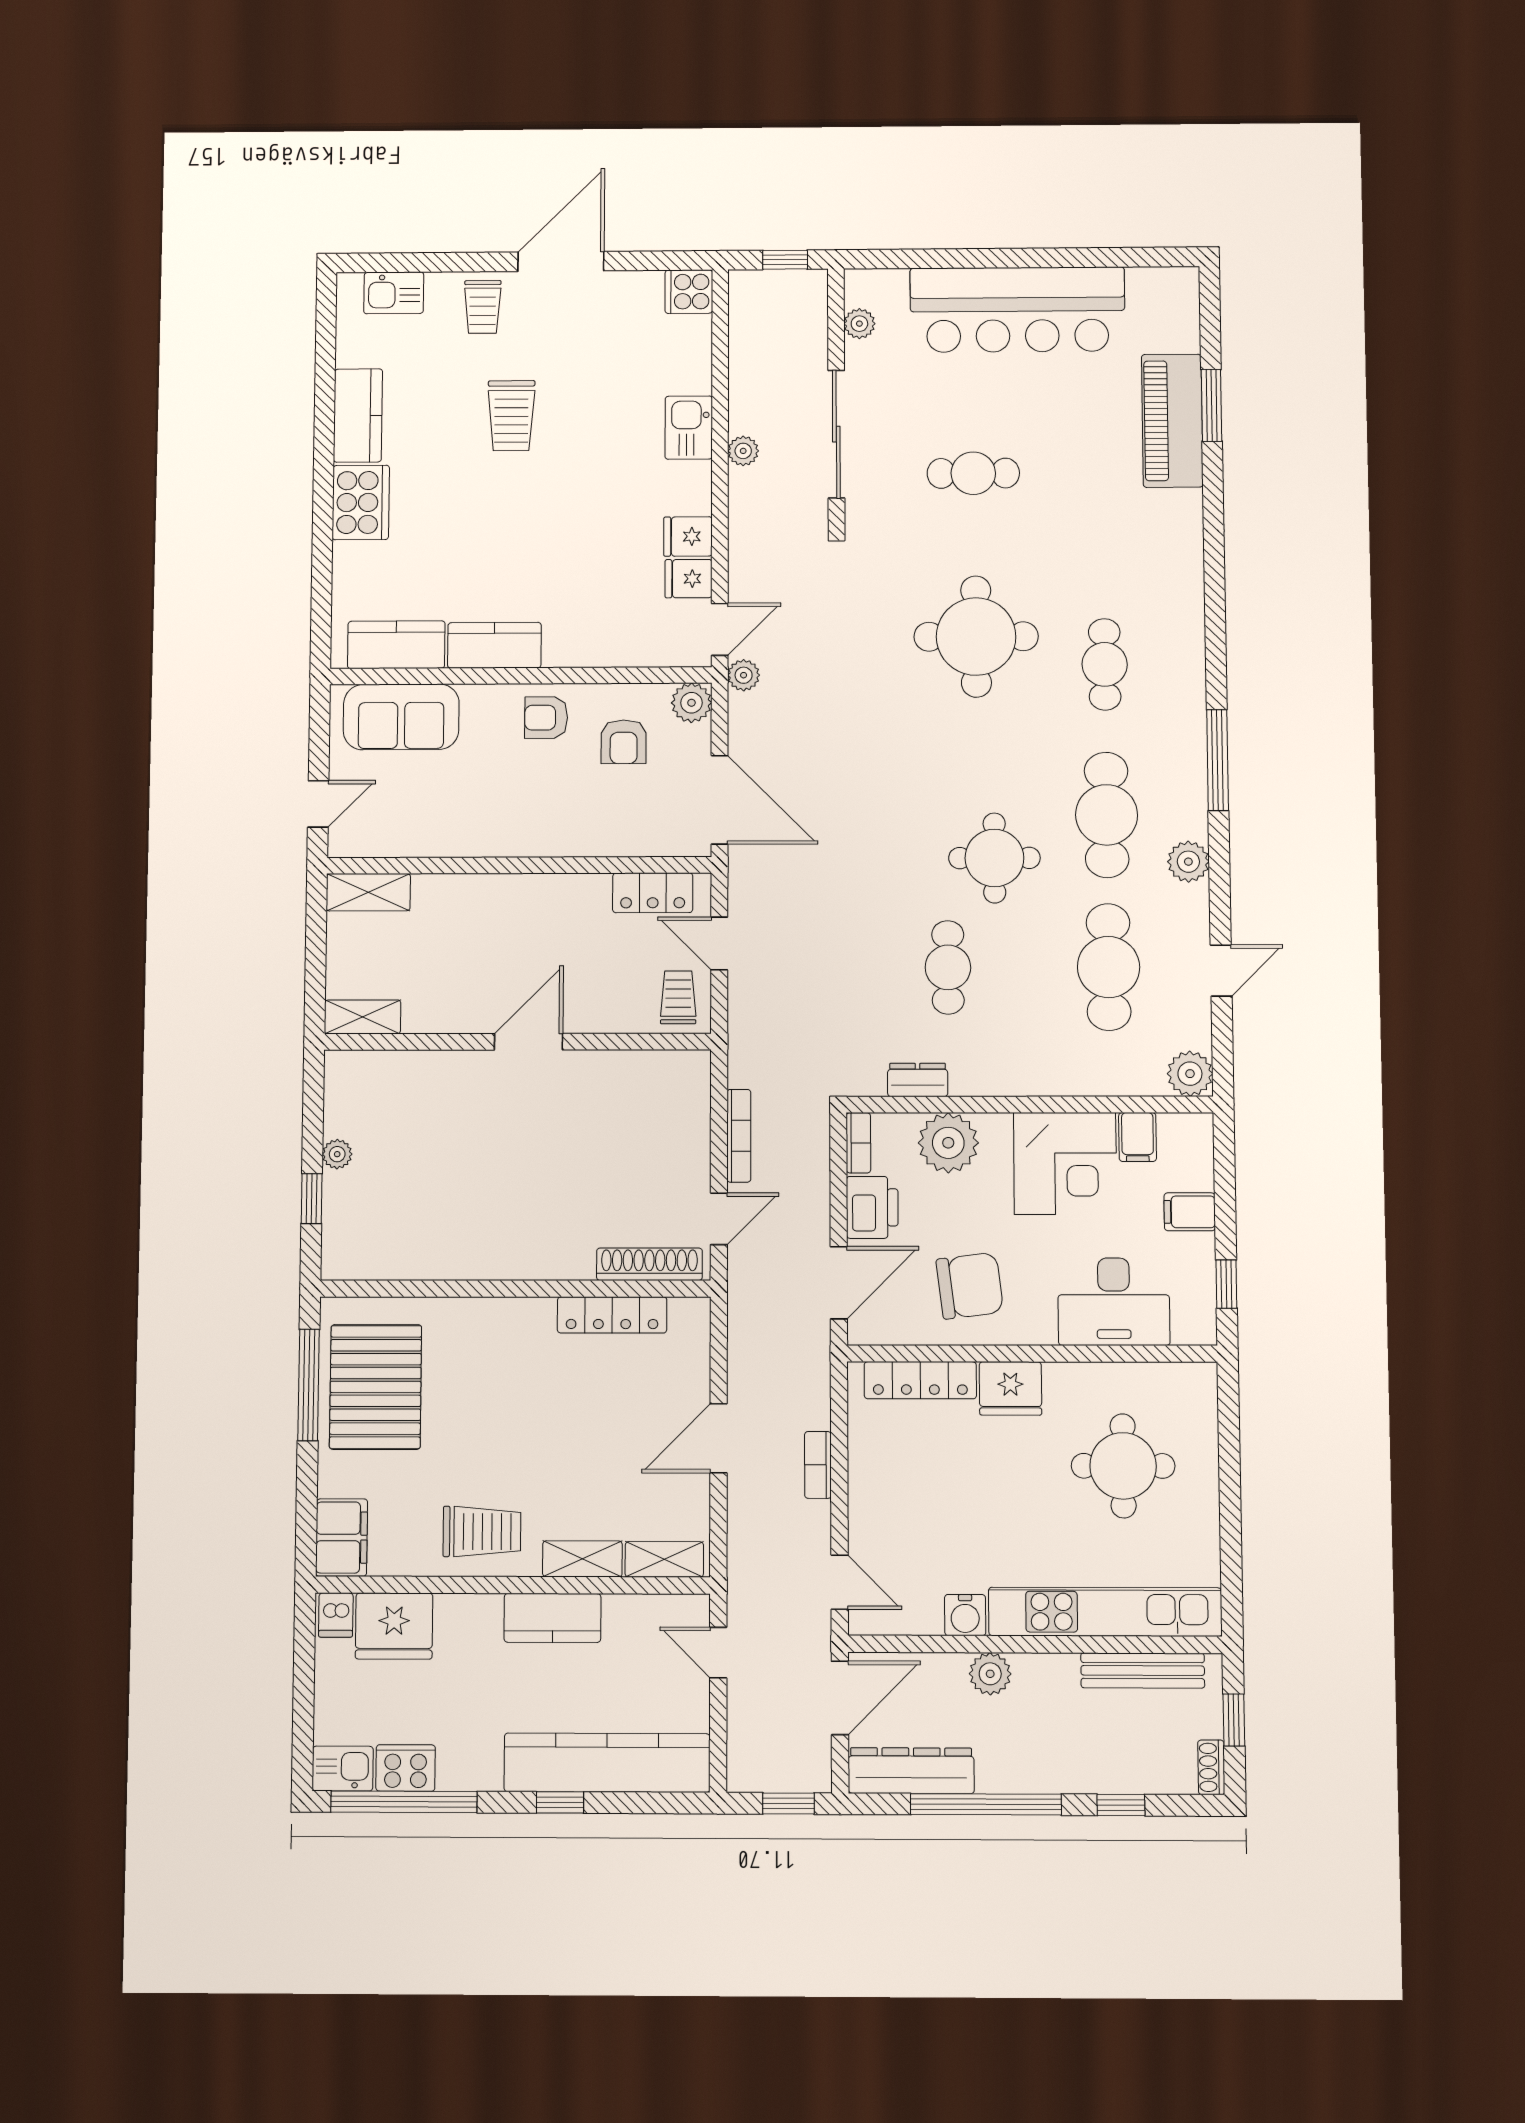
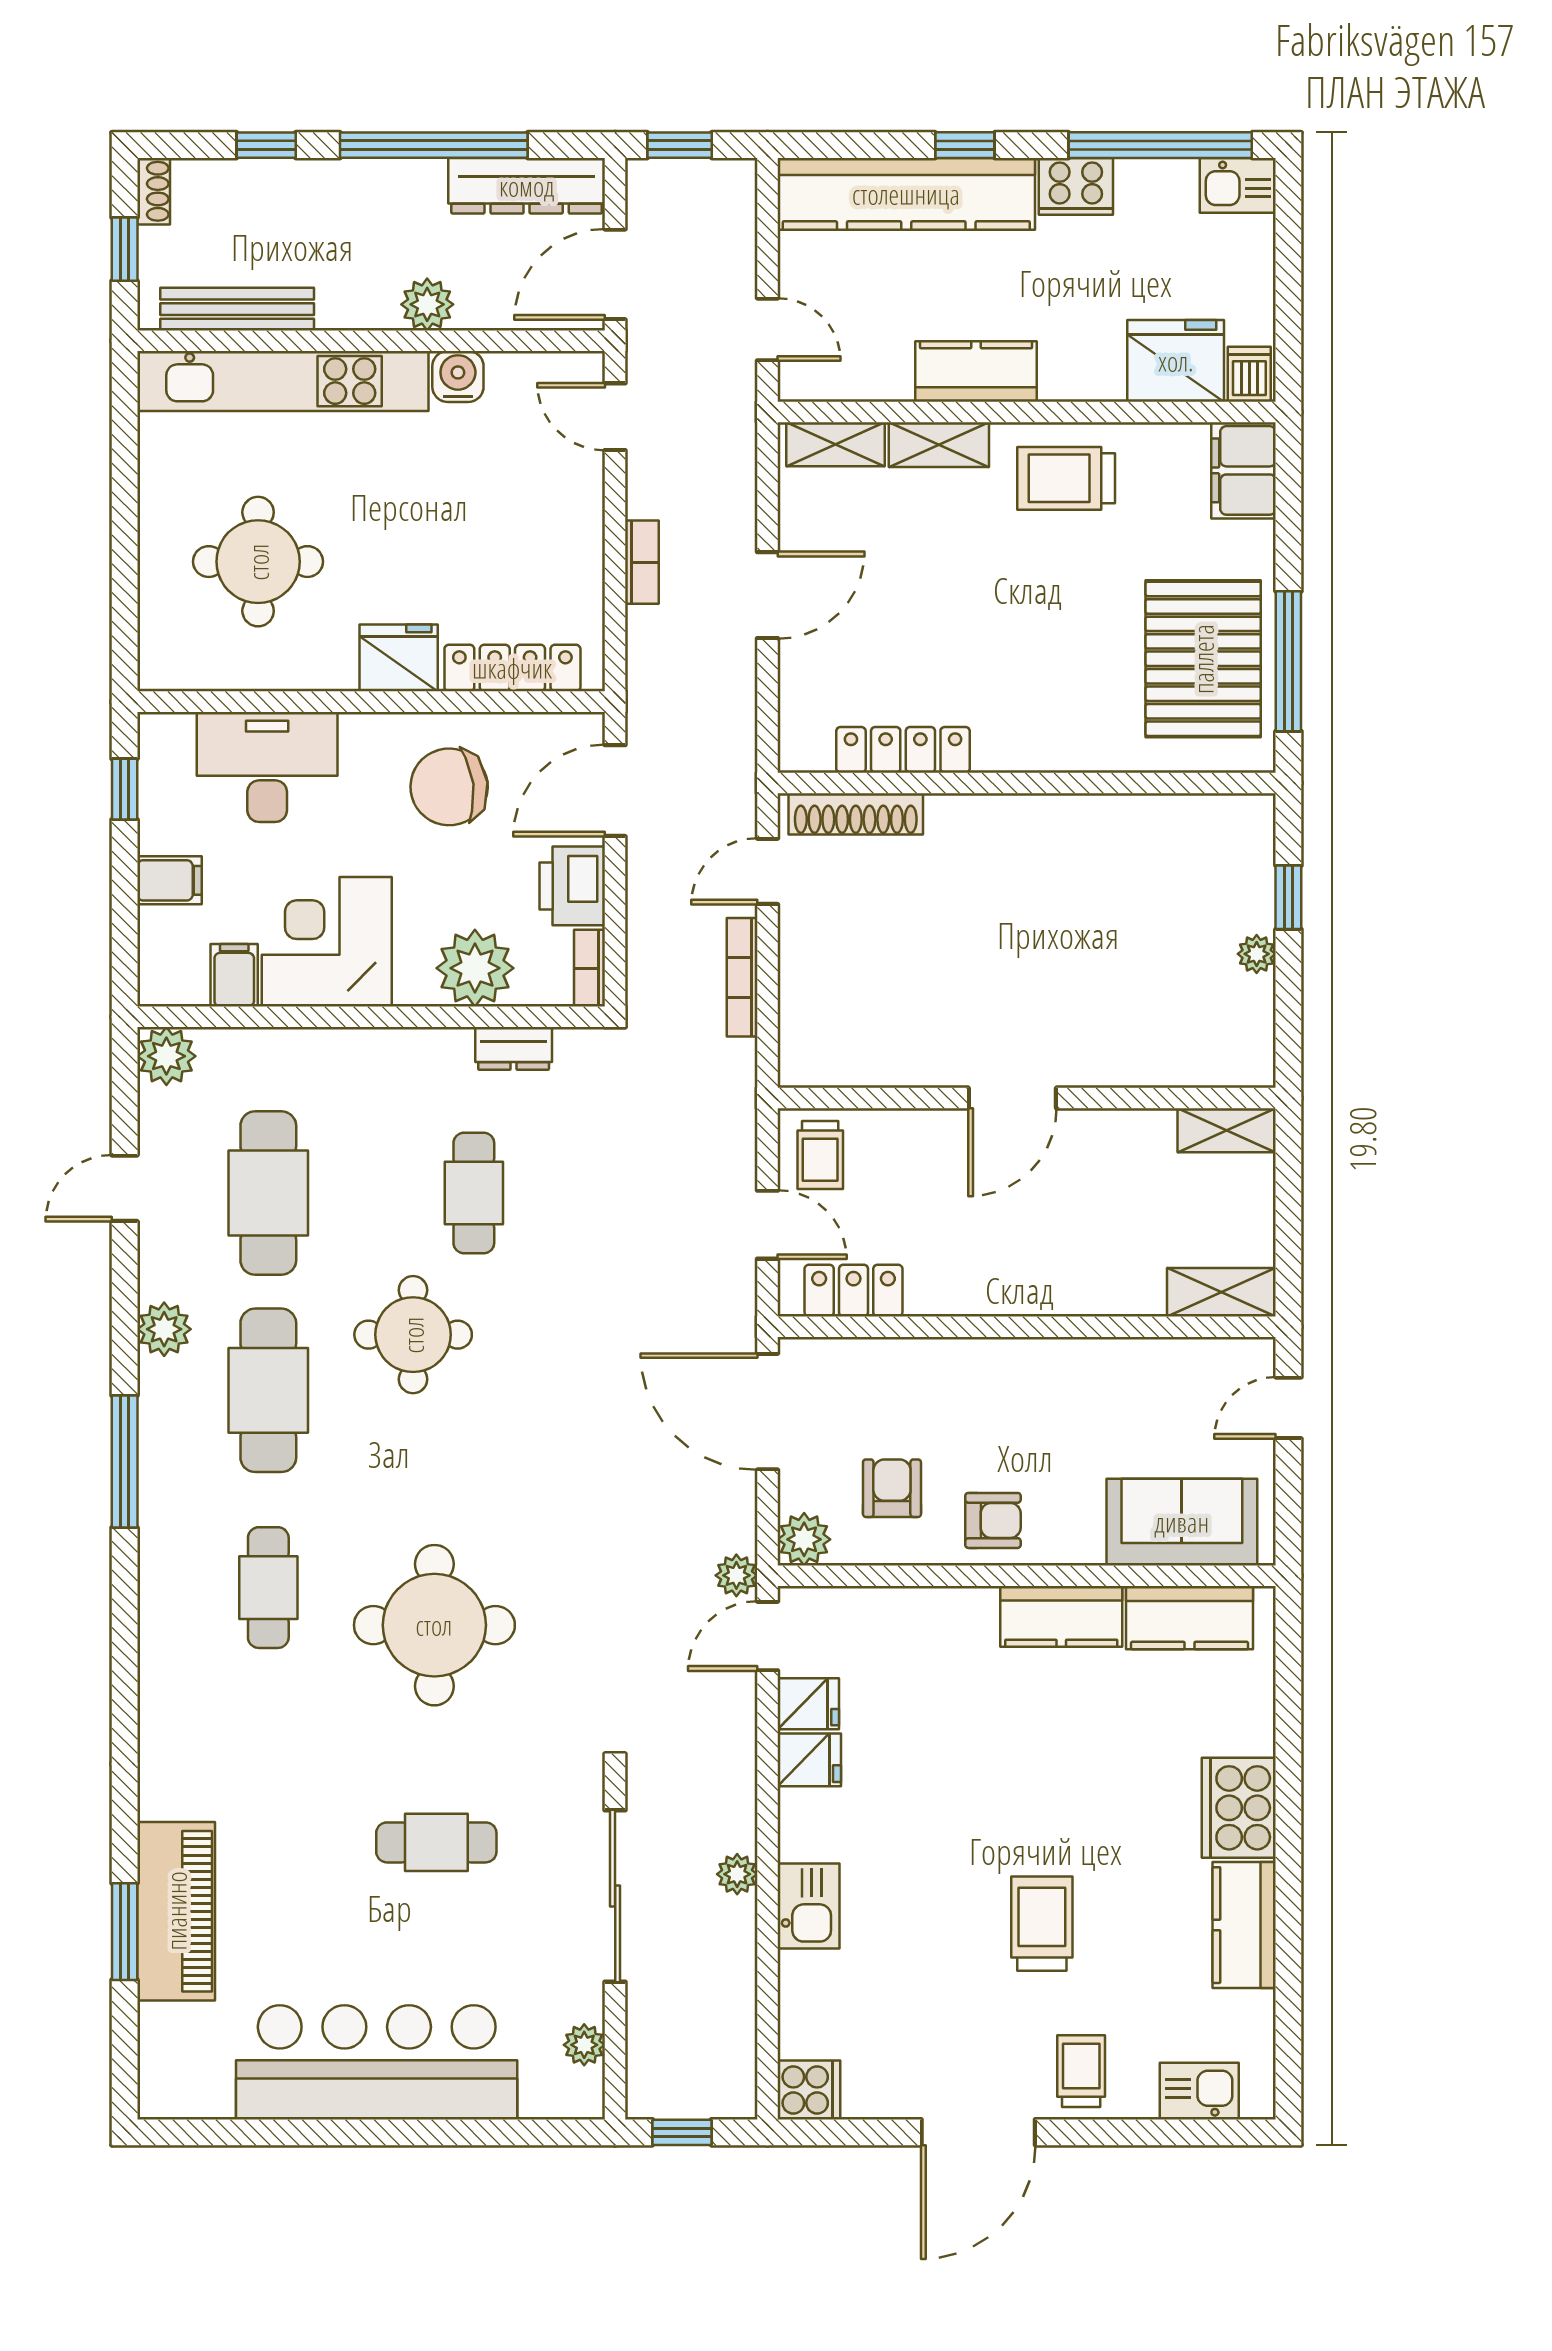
cooker: (406, 1768) -> (1076, 186), moved

